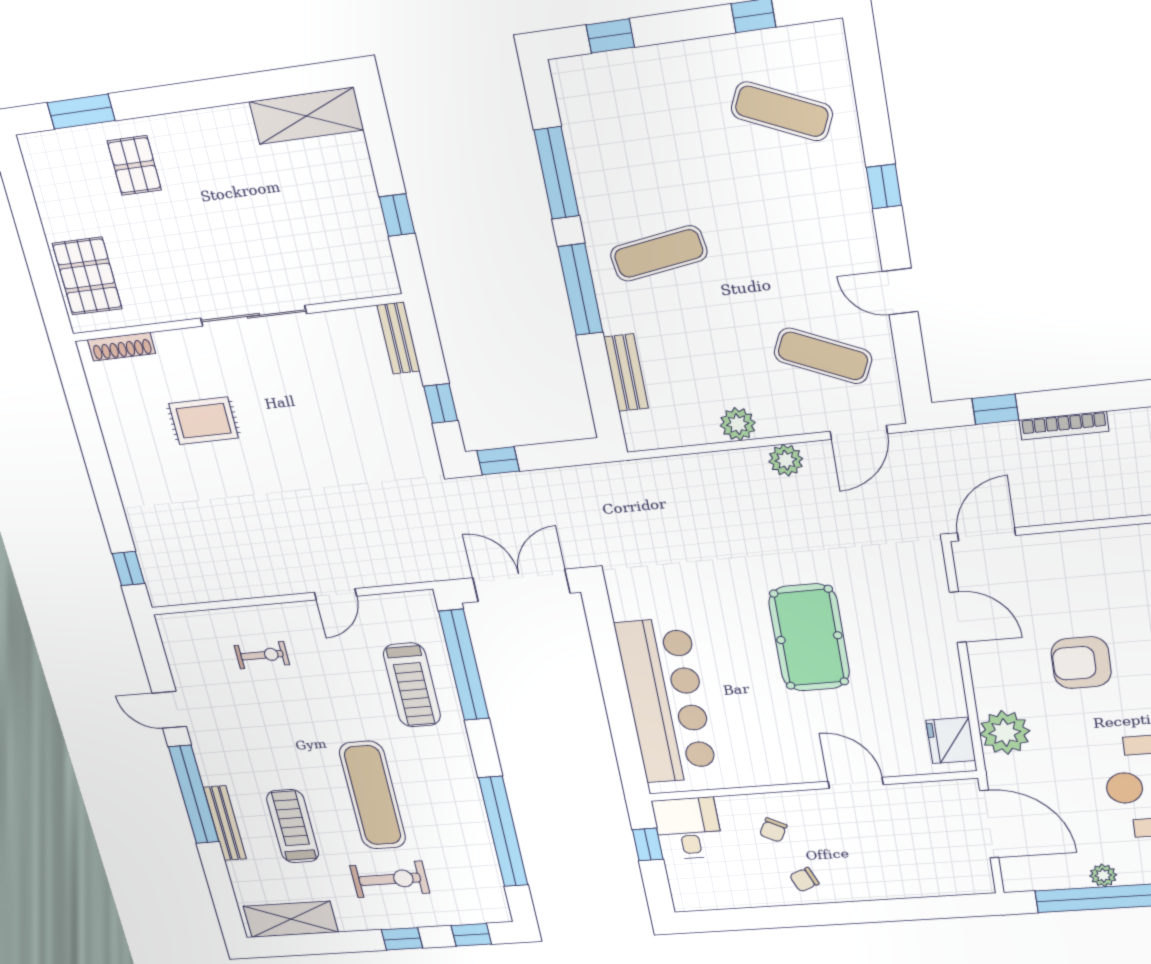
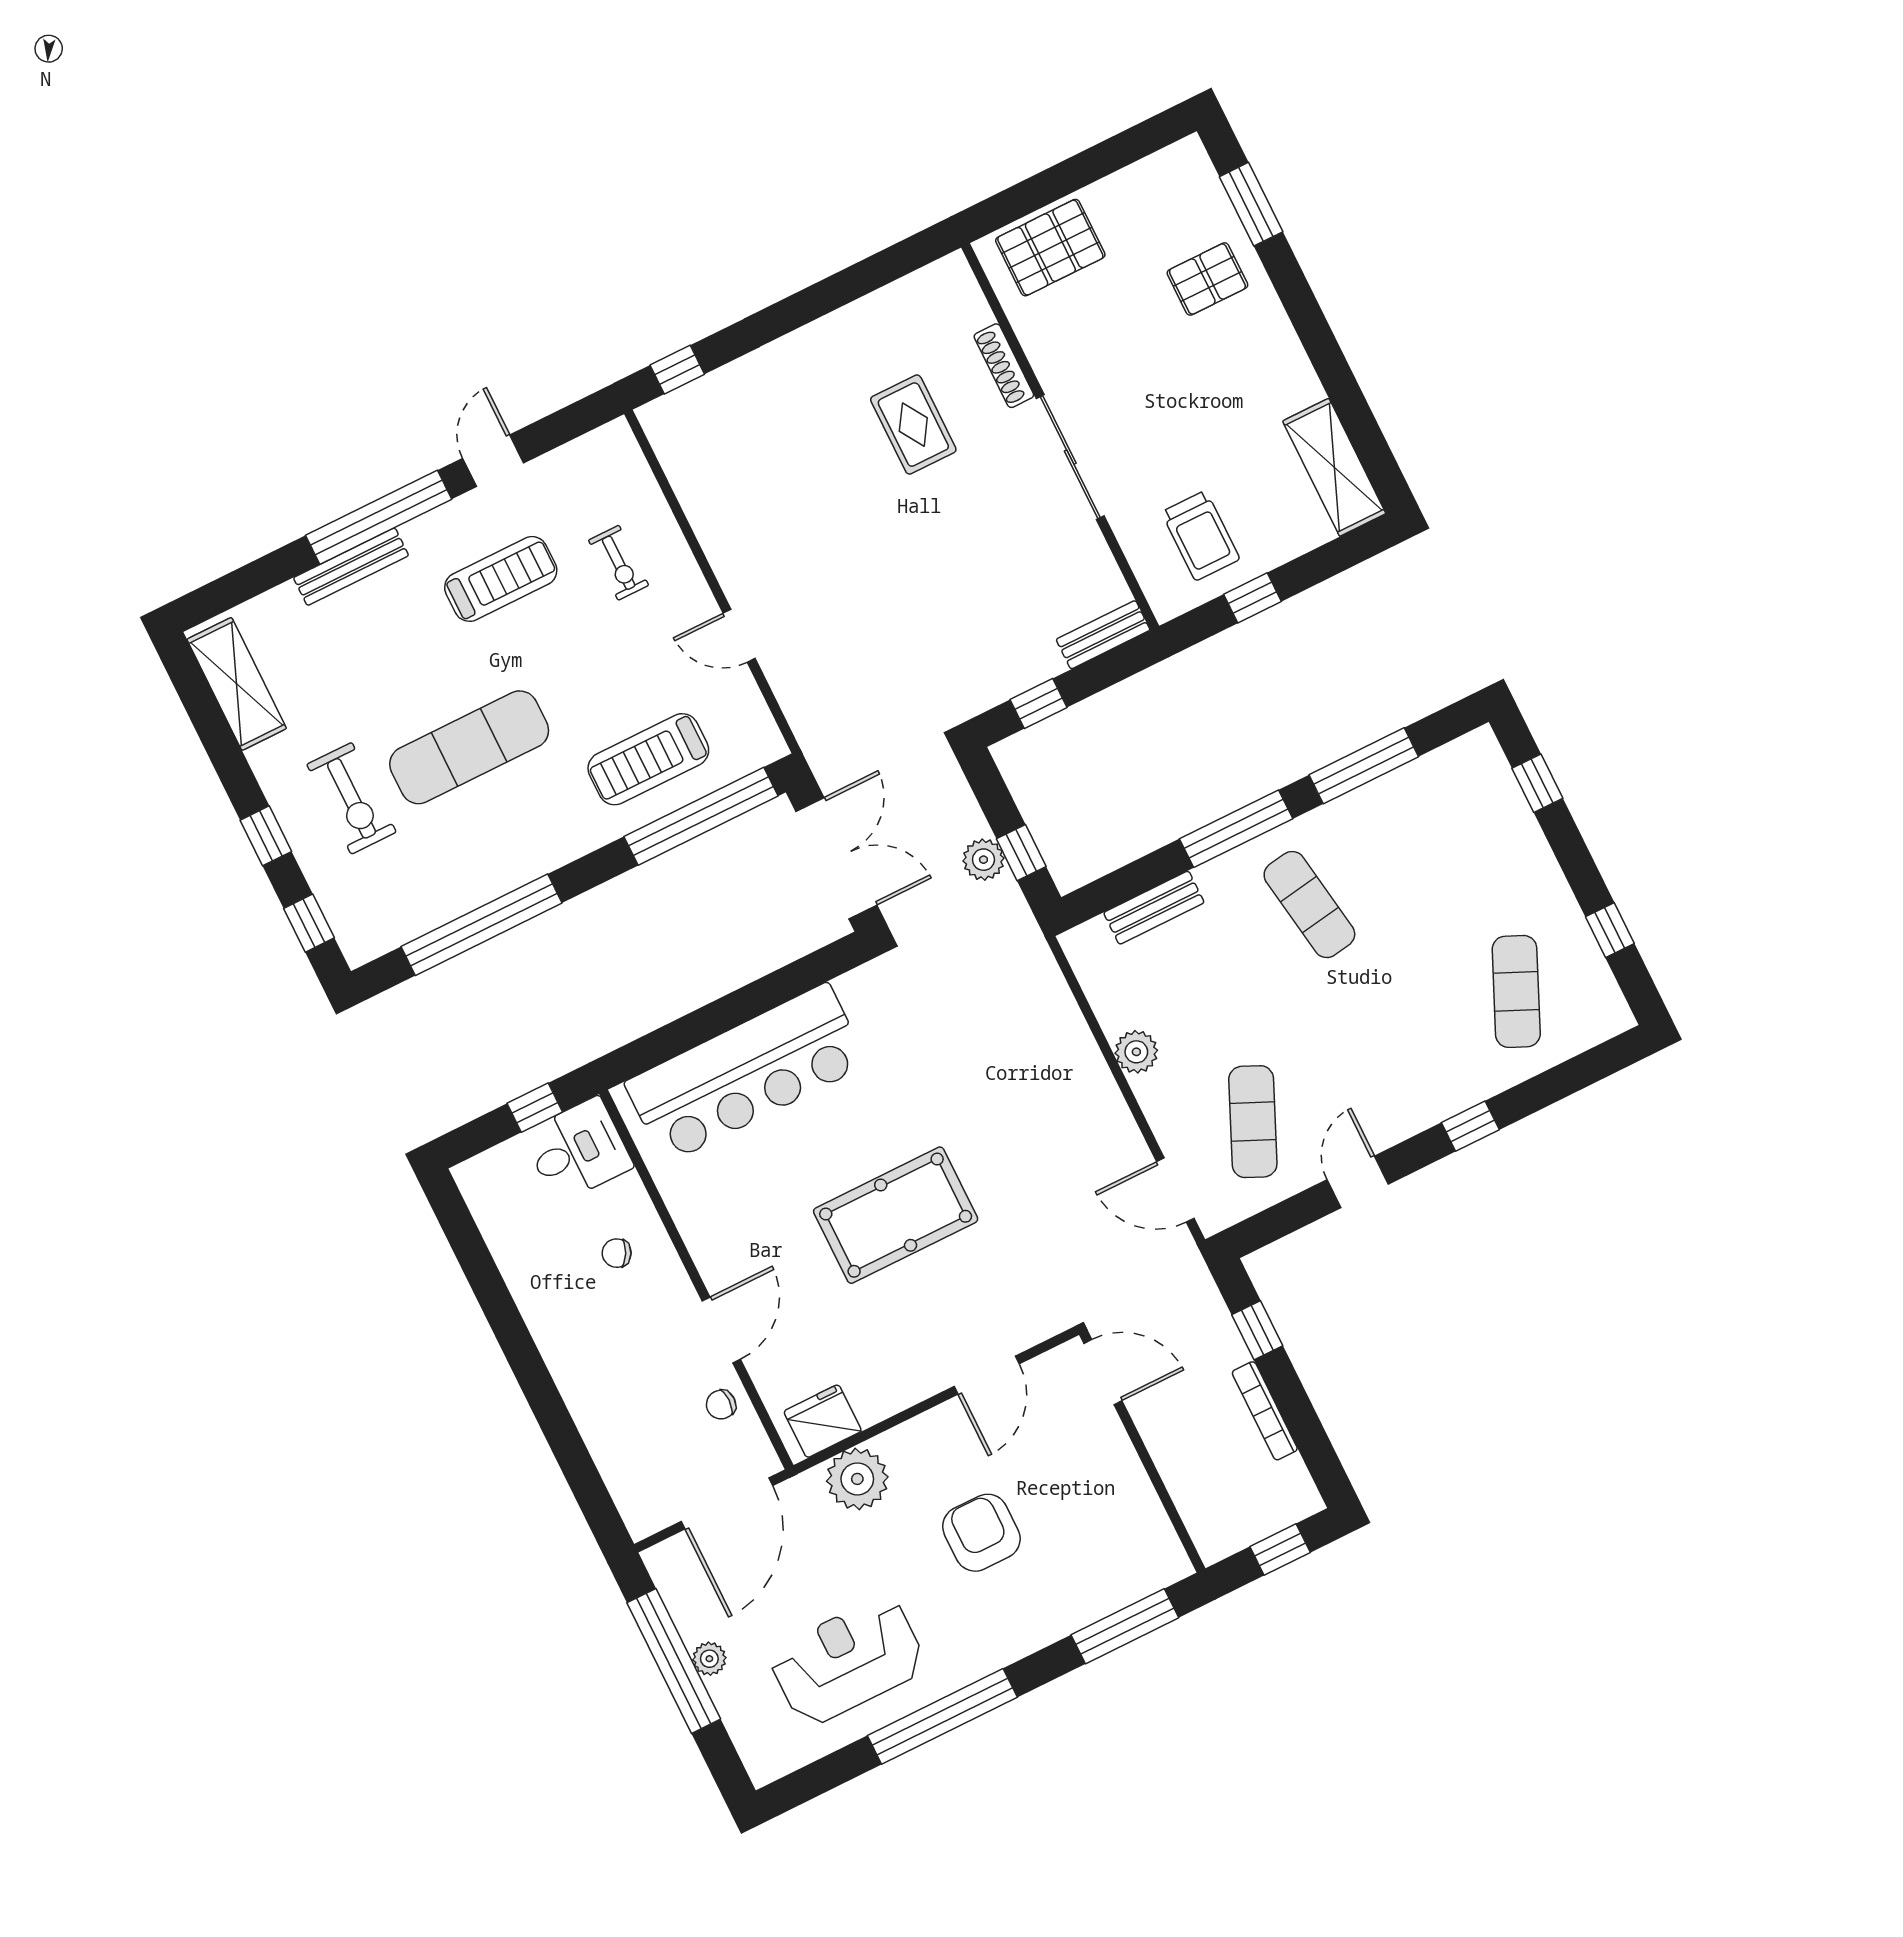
trolley: (338, 238) -> (1201, 536), added
shoe rack: (122, 347) -> (1004, 366), moved
plant: (786, 460) -> (983, 860), moved
window: (498, 461) -> (1021, 853), moved
treadmill: (293, 826) -> (501, 579), moved
chair: (804, 880) -> (721, 1405), moved, turned -68

